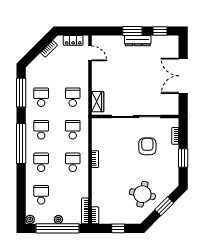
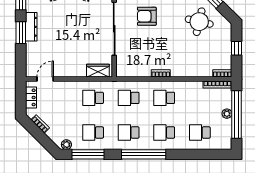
plant: (30, 219) -> (66, 145), moved

